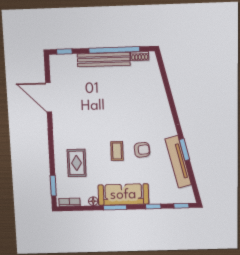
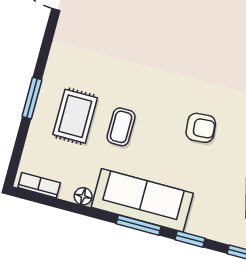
coffee table: (117, 151) -> (121, 127), moved
window: (53, 186) -> (32, 98), moved
window: (115, 207) -> (139, 225), moved

